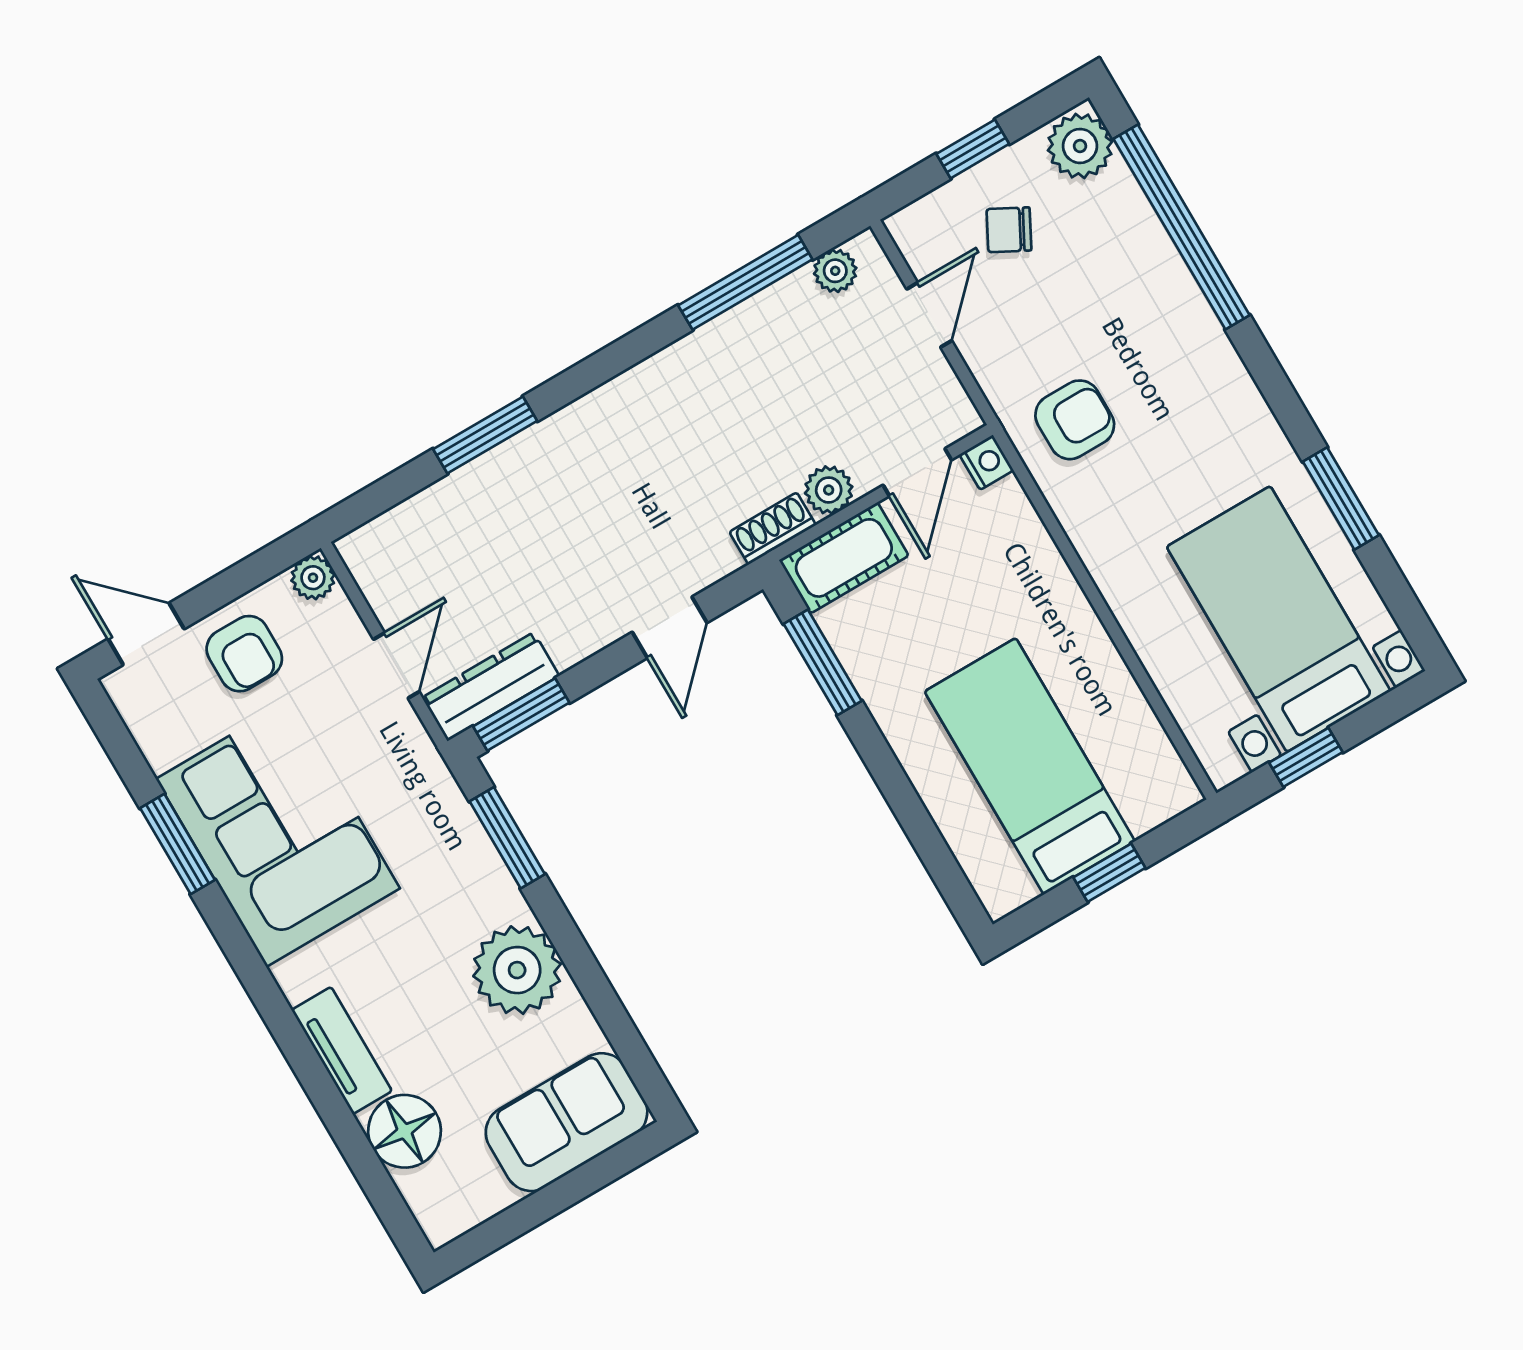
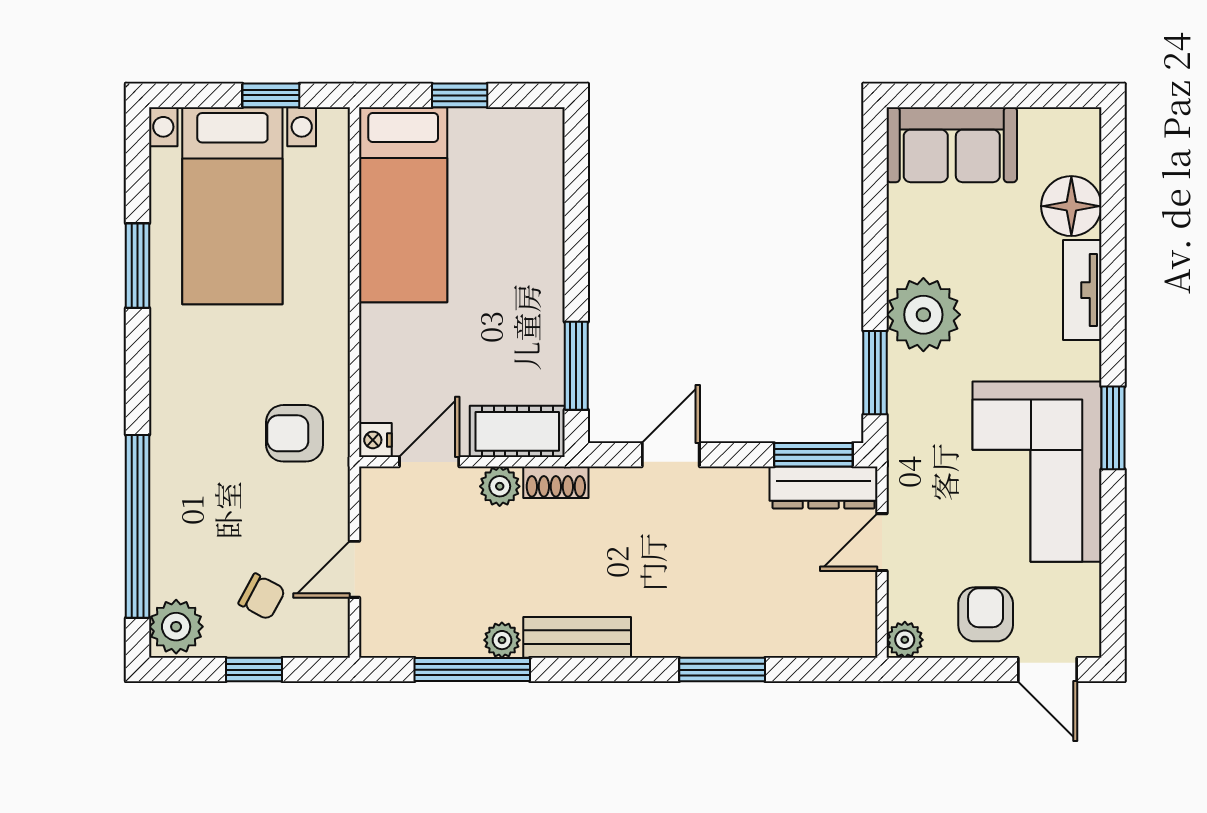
plant: (835, 271) -> (502, 640), moved
bench: (656, 380) -> (577, 637), added
bed: (1030, 766) -> (403, 205), moved
window: (178, 844) -> (1113, 428), moved
plant: (517, 970) -> (923, 315), moved

